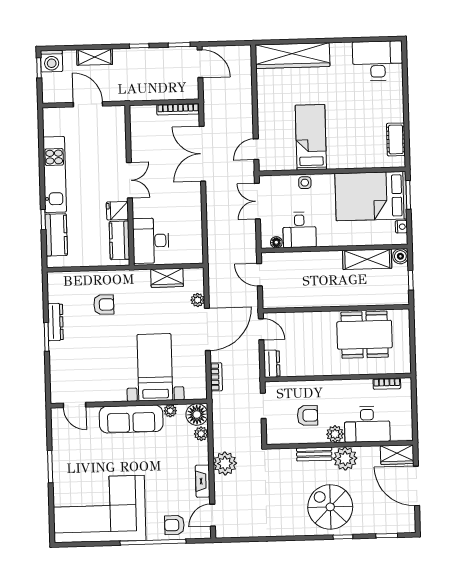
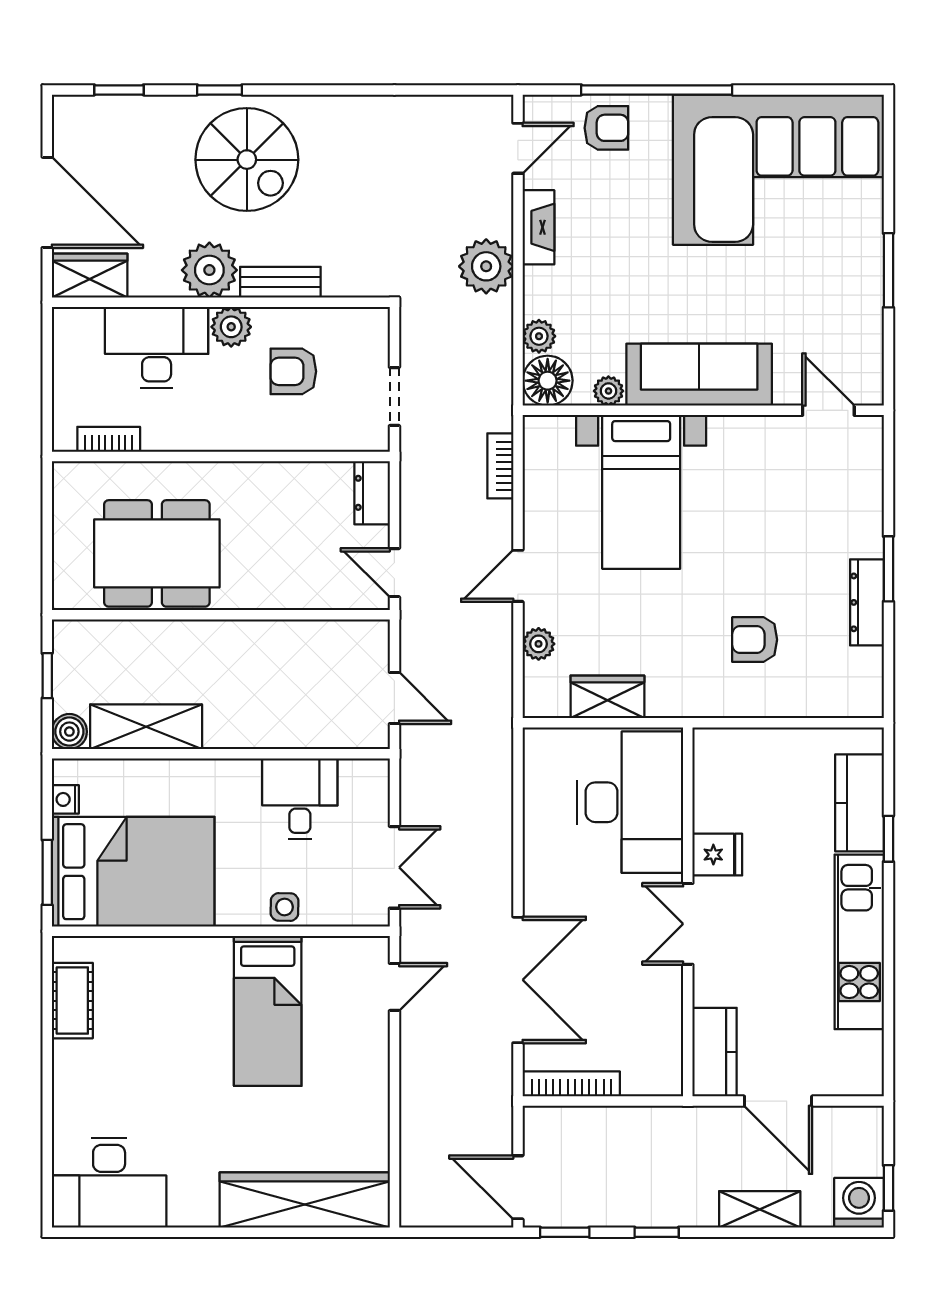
kitchen counter: (119, 240) -> (715, 1052), moved
desk: (151, 241) -> (630, 802), width x1.36, depth x1.30
floor lamp: (276, 242) -> (354, 772), removed
door: (207, 329) -> (518, 576), width x0.53

